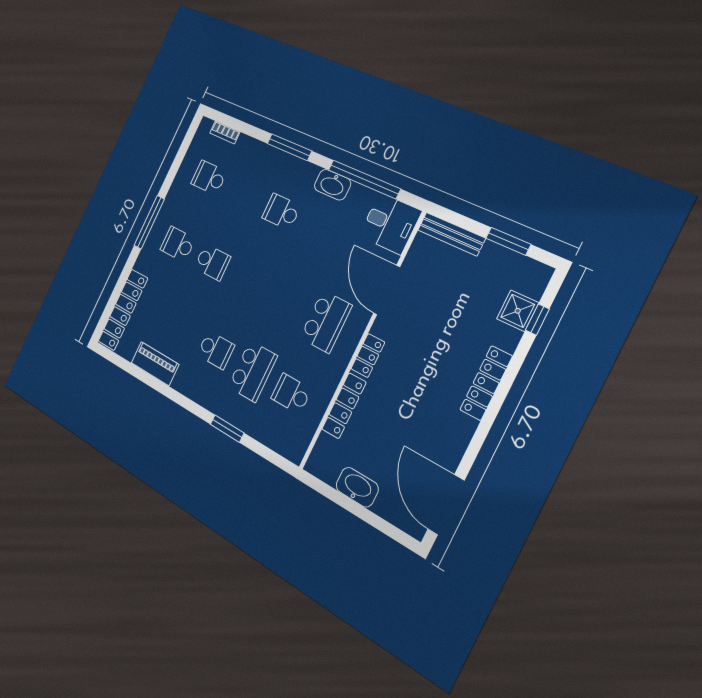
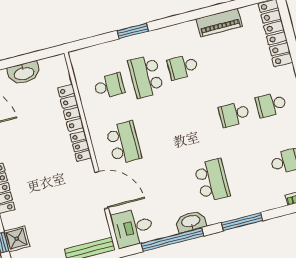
school desk: (281, 212) -> (212, 180), width x1.85
school desk: (178, 244) -> (271, 105), turned 180
school desk: (326, 322) -> (124, 143), turned 180

